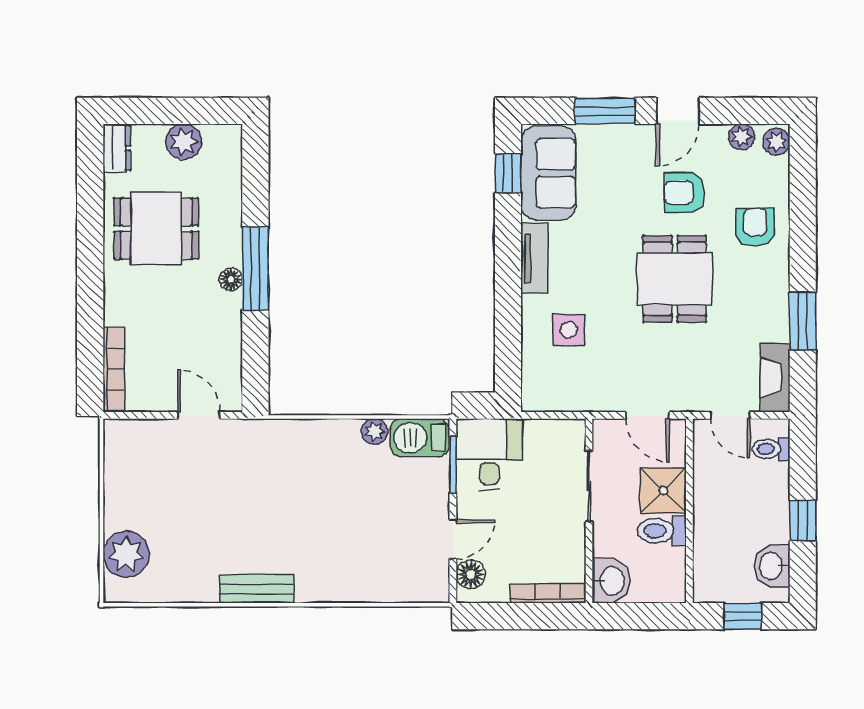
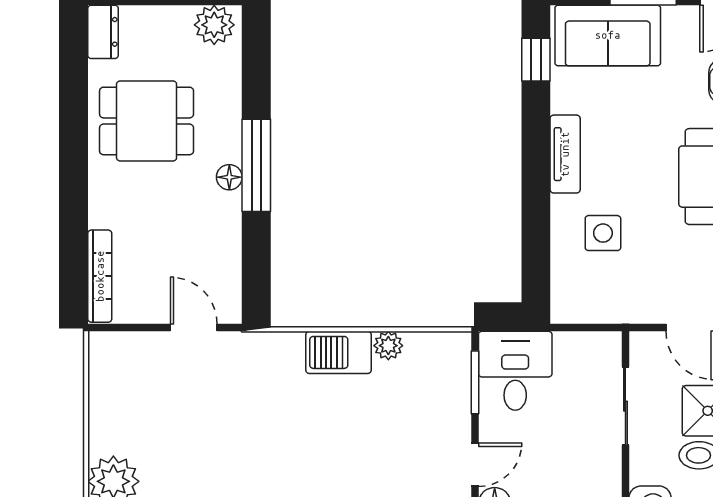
plant: (184, 142) -> (214, 25), moved
sofa: (549, 173) -> (608, 35), moved, turned 90
barbecue: (420, 438) -> (339, 352), moved

